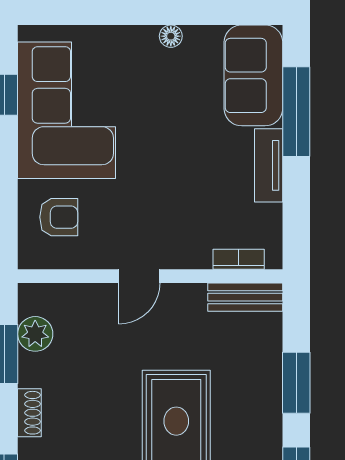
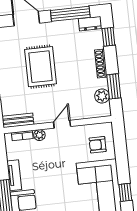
plant: (197, 256) -> (39, 135), added
shoe rack: (29, 413) -> (101, 64), width x1.43

